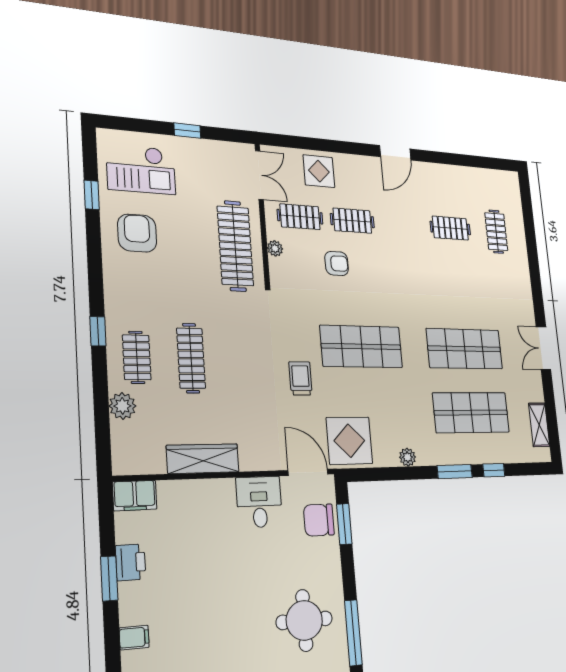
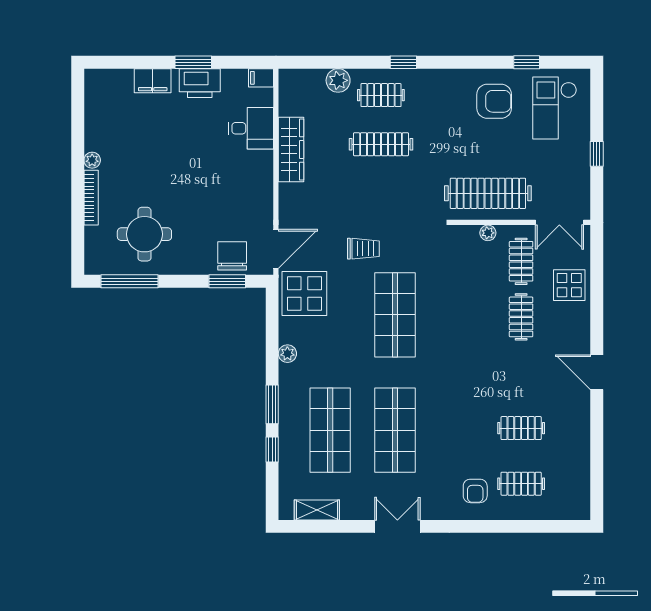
clothes rail: (450, 228) -> (521, 428), turned 90
armchair: (337, 263) -> (475, 491), moved
filing cabinet: (135, 495) -> (261, 78), width x0.50
desk: (259, 502) -> (251, 128), moved
printer: (131, 562) -> (200, 83), width x1.37, depth x1.19
filing cabinet: (134, 638) -> (153, 81), width x2.00

